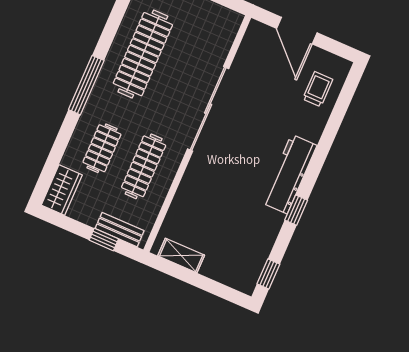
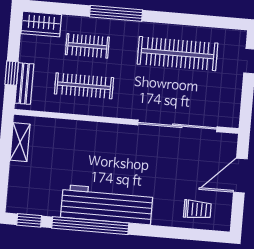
window: (86, 85) -> (116, 13), moved
sliding door: (208, 109) -> (177, 126), moved
workbench: (289, 174) -> (107, 205), width x1.36, depth x1.32
window: (296, 210) -> (90, 226), width x3.17

